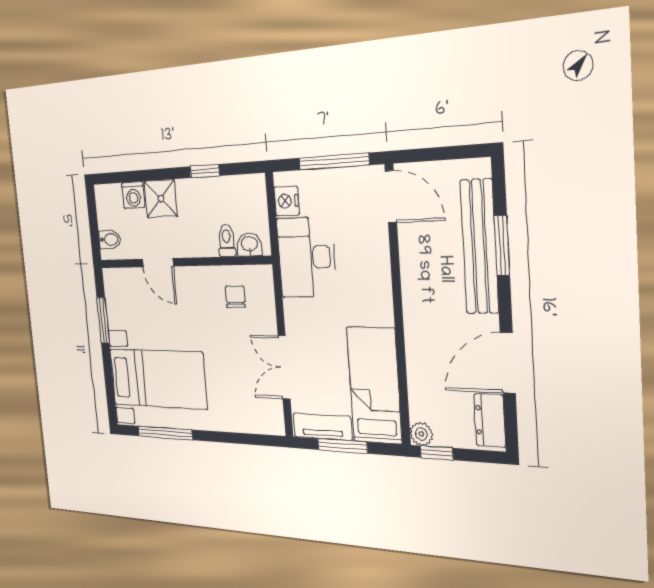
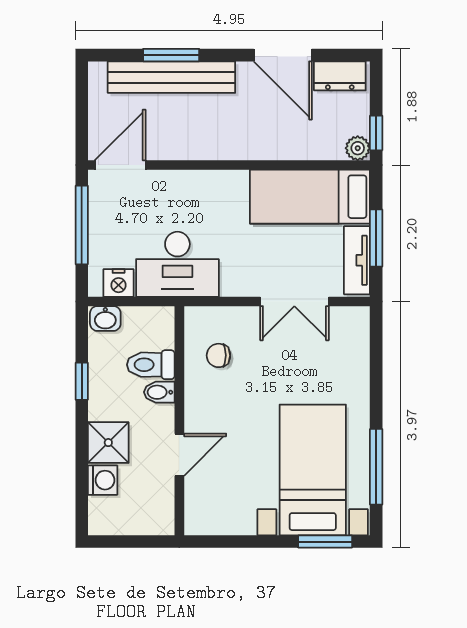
bidet: (110, 239) -> (159, 392), moved, turned -90
toilet: (227, 241) -> (151, 365), width x1.37, depth x1.39
washbasin: (249, 244) -> (105, 318), moved, turned -90
window: (103, 320) -> (325, 542), moved

